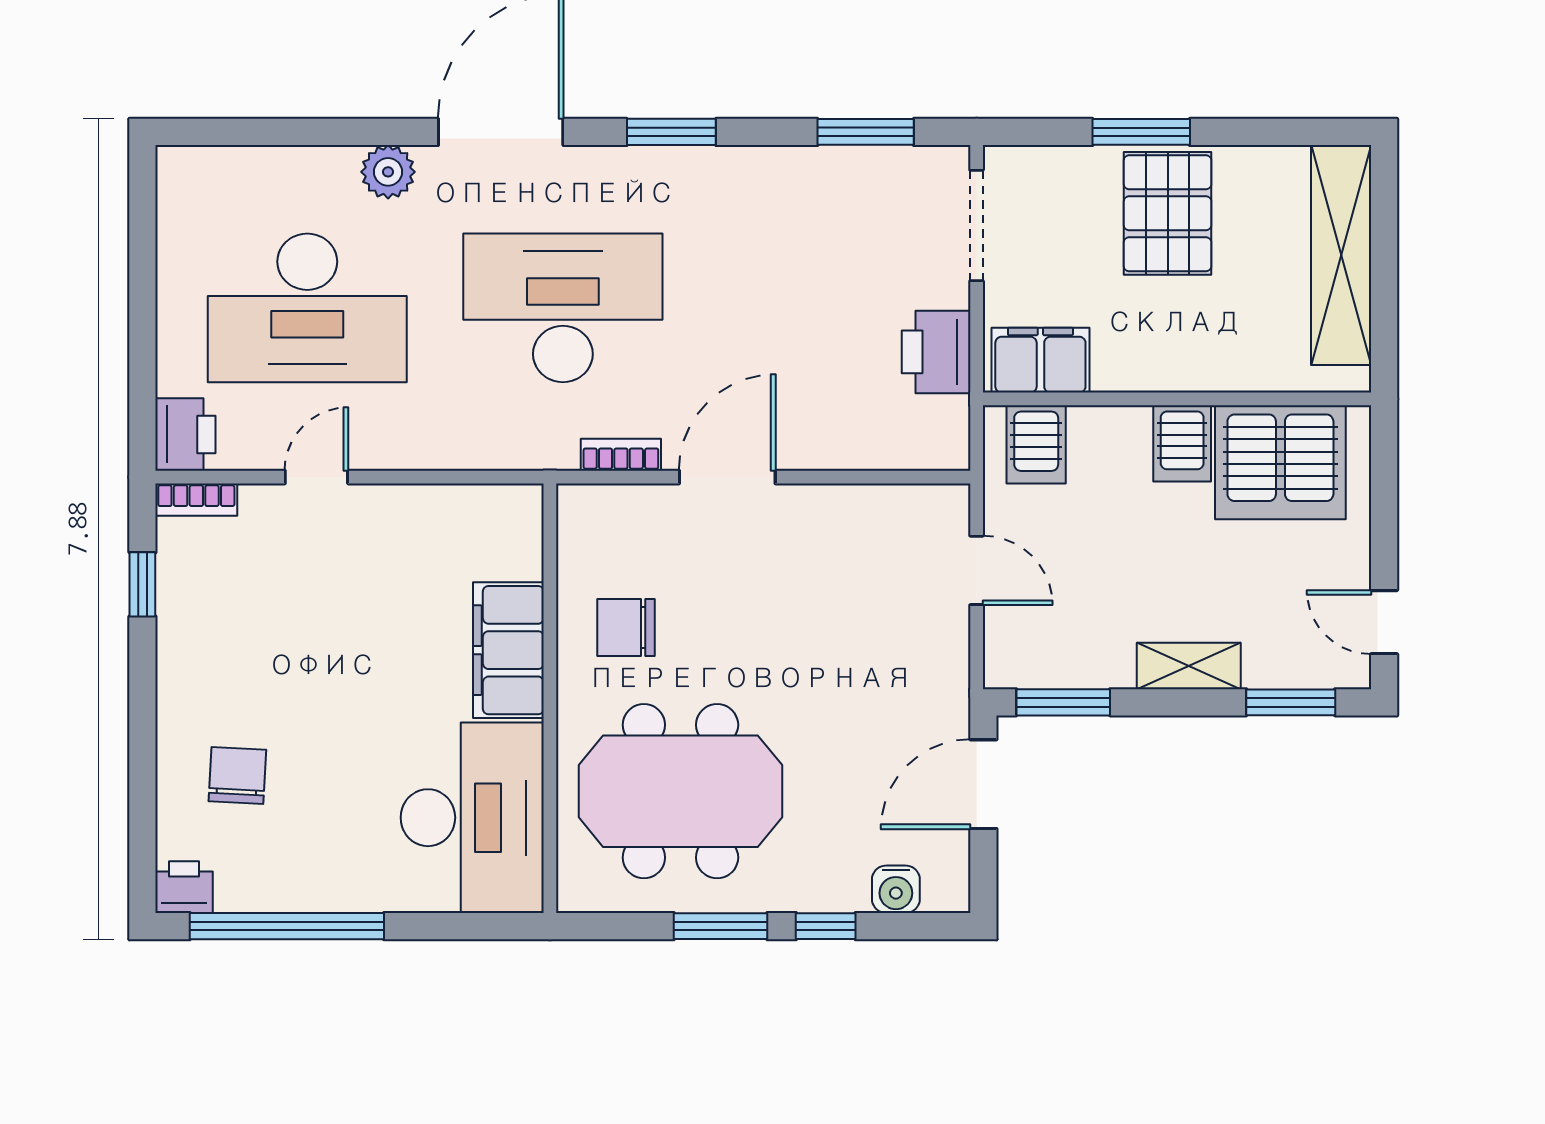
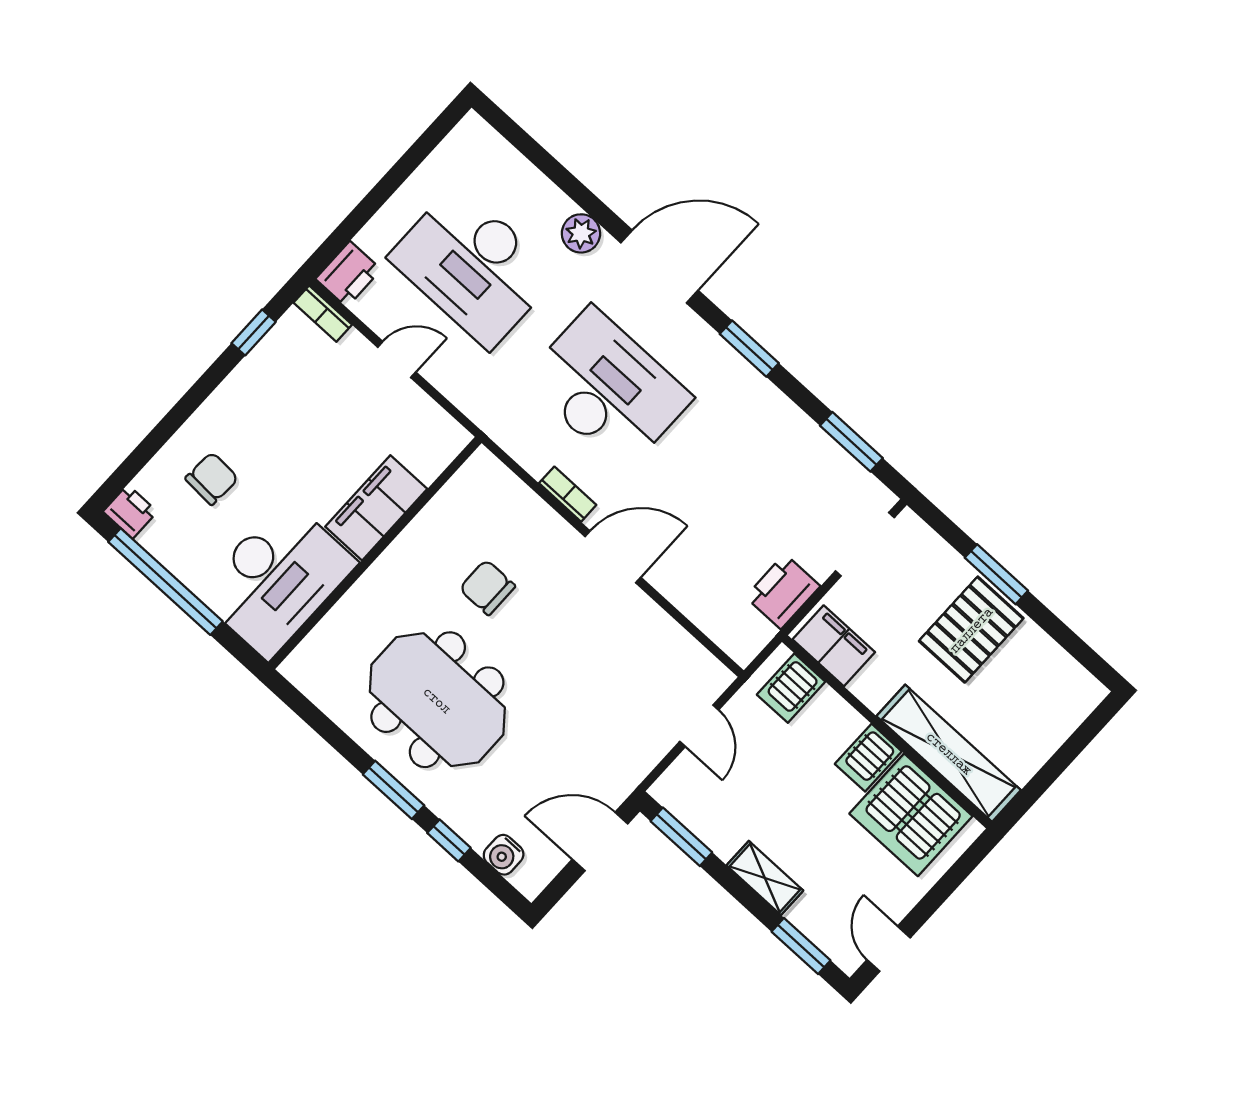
shelving: (1341, 255) -> (949, 753), moved, turned 90
filing cabinet: (508, 650) -> (376, 508), moved
wall: (550, 698) -> (375, 553), moved
desk: (472, 818) -> (277, 579), moved

